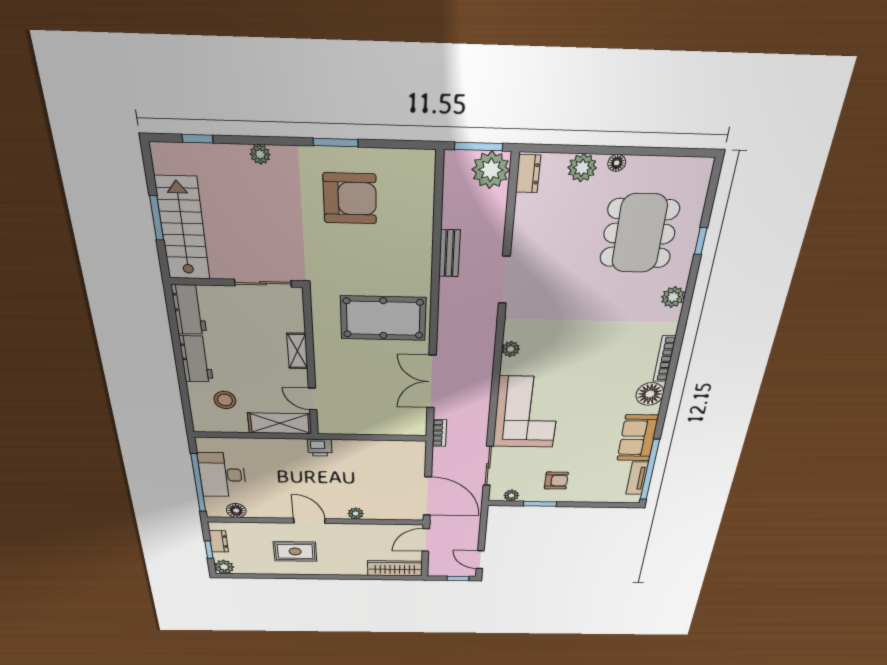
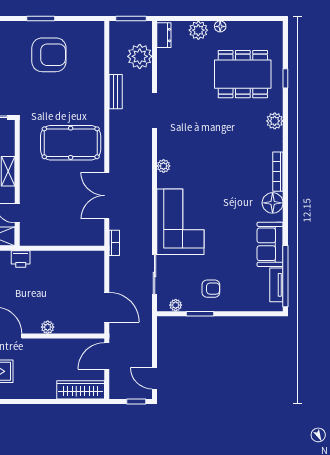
plant: (491, 170) -> (140, 56), moved
dining table: (639, 234) -> (243, 74), turned 90
door: (427, 496) -> (107, 307), width x0.73

